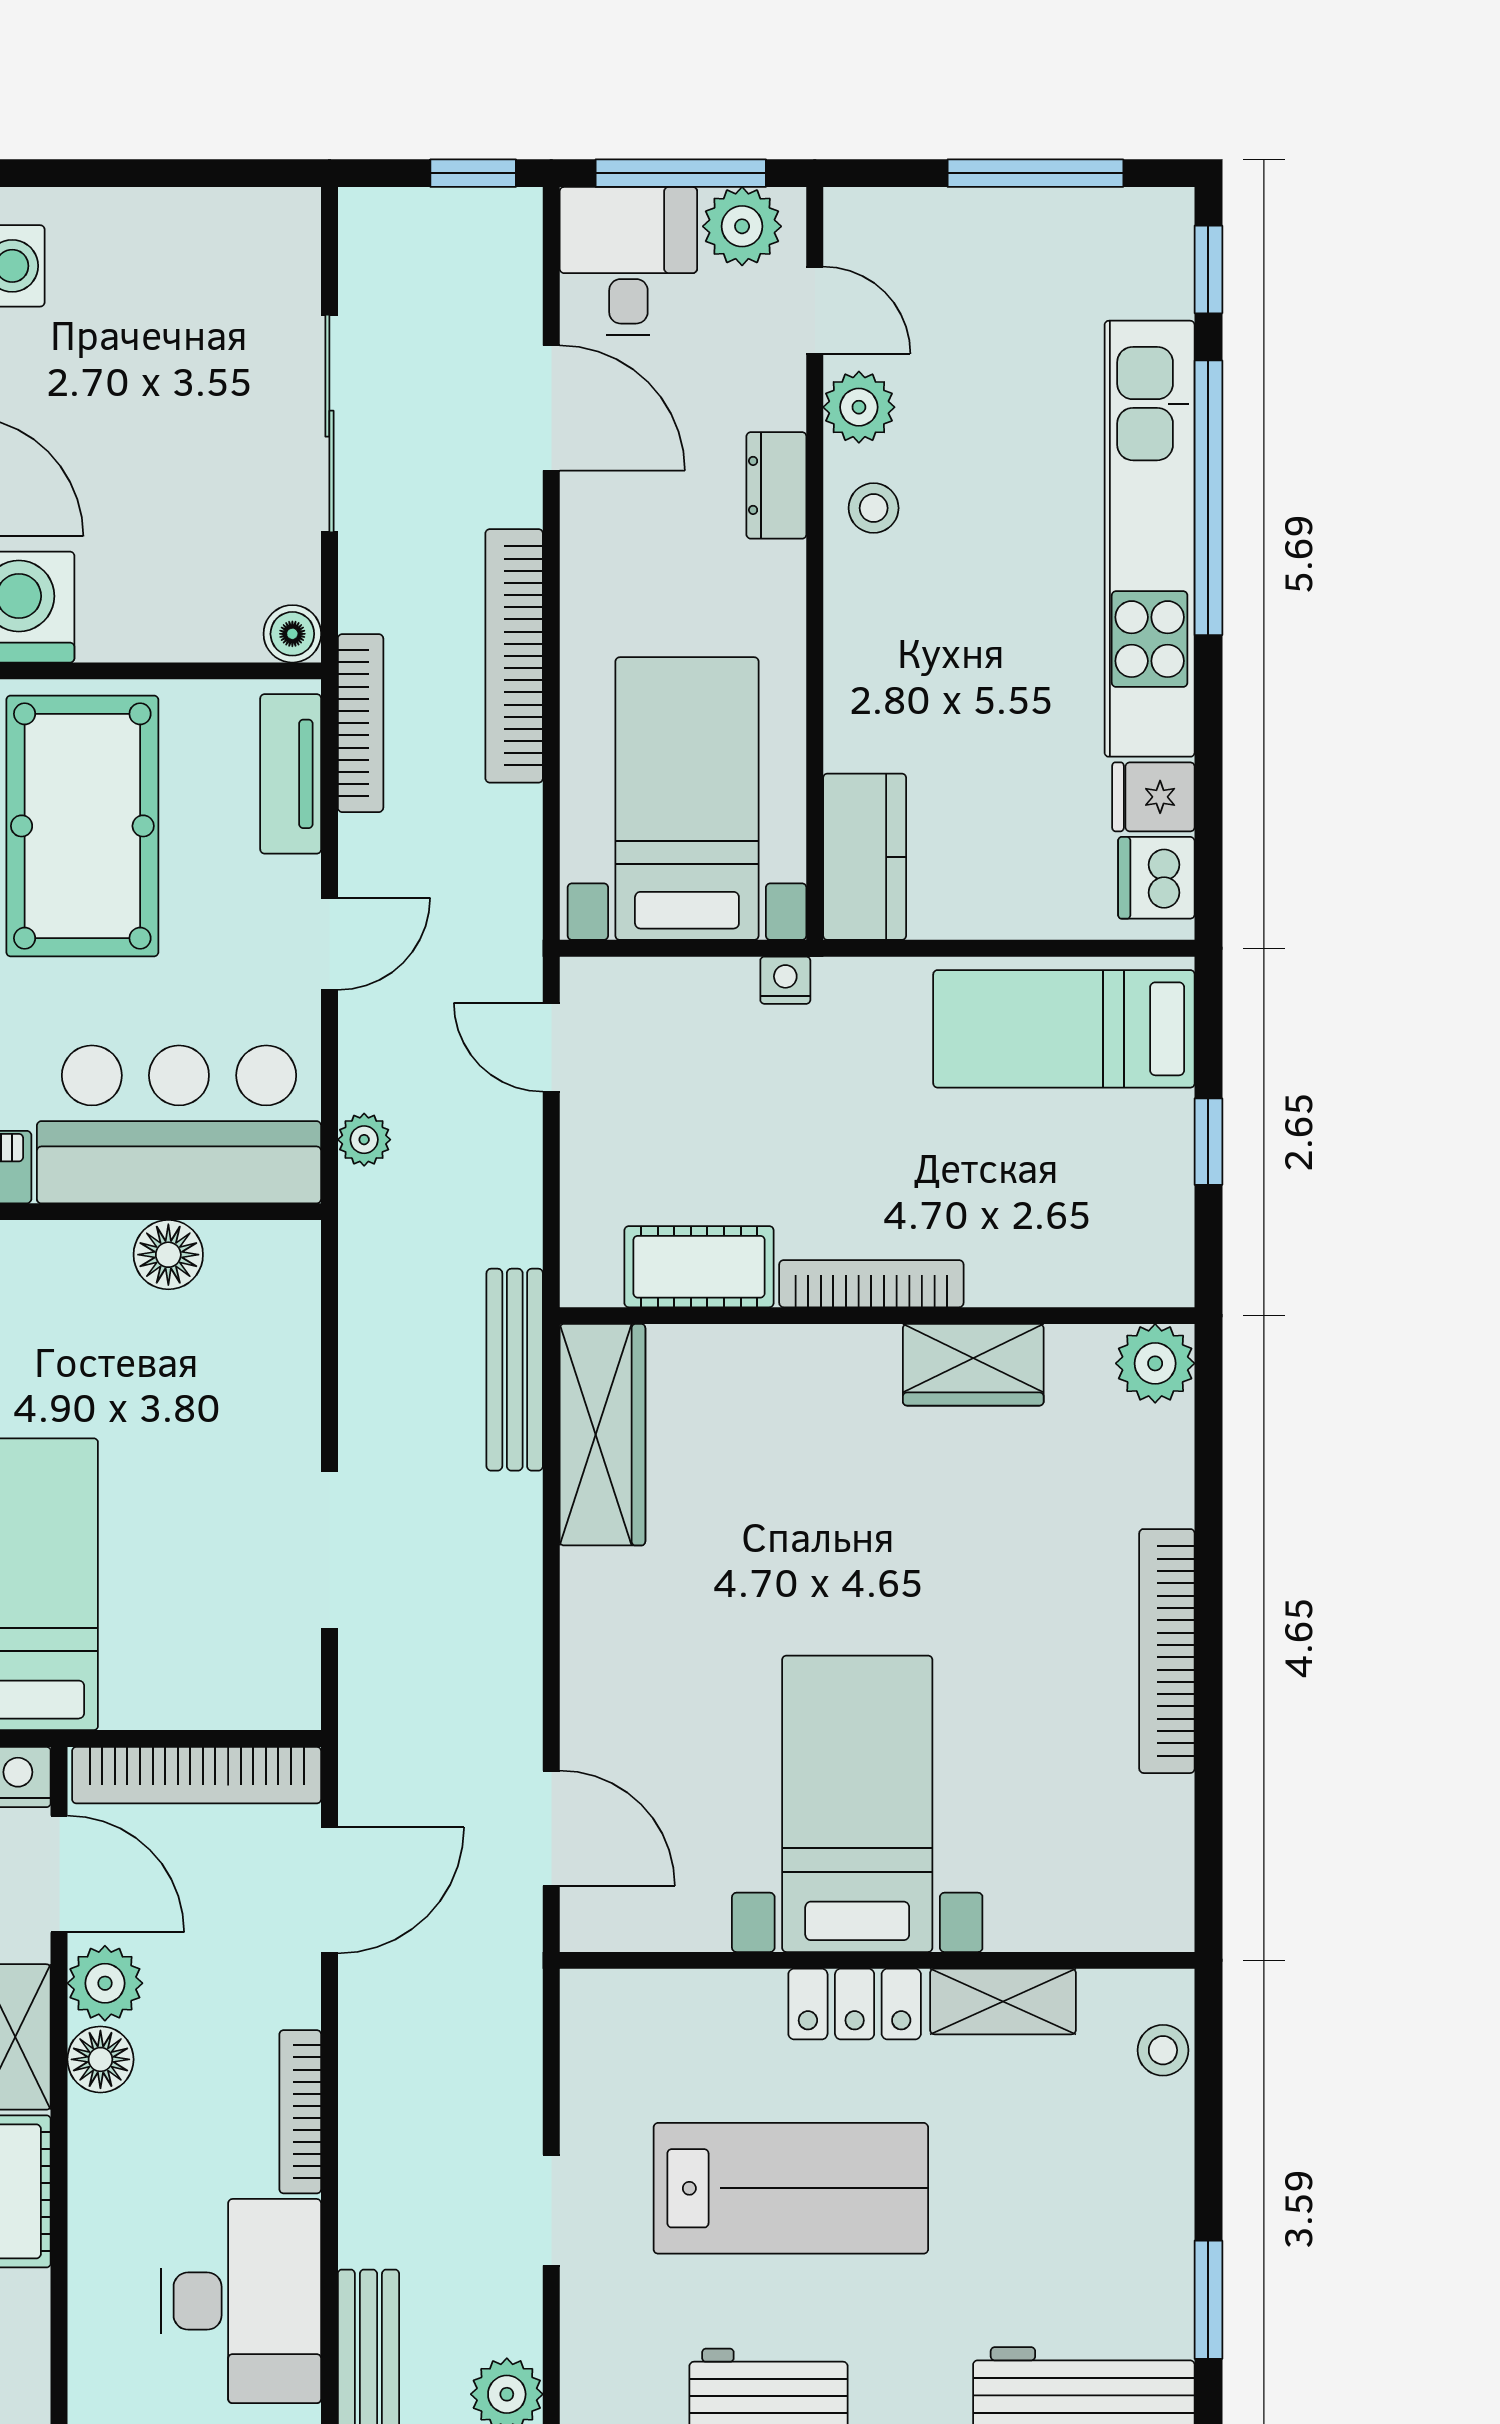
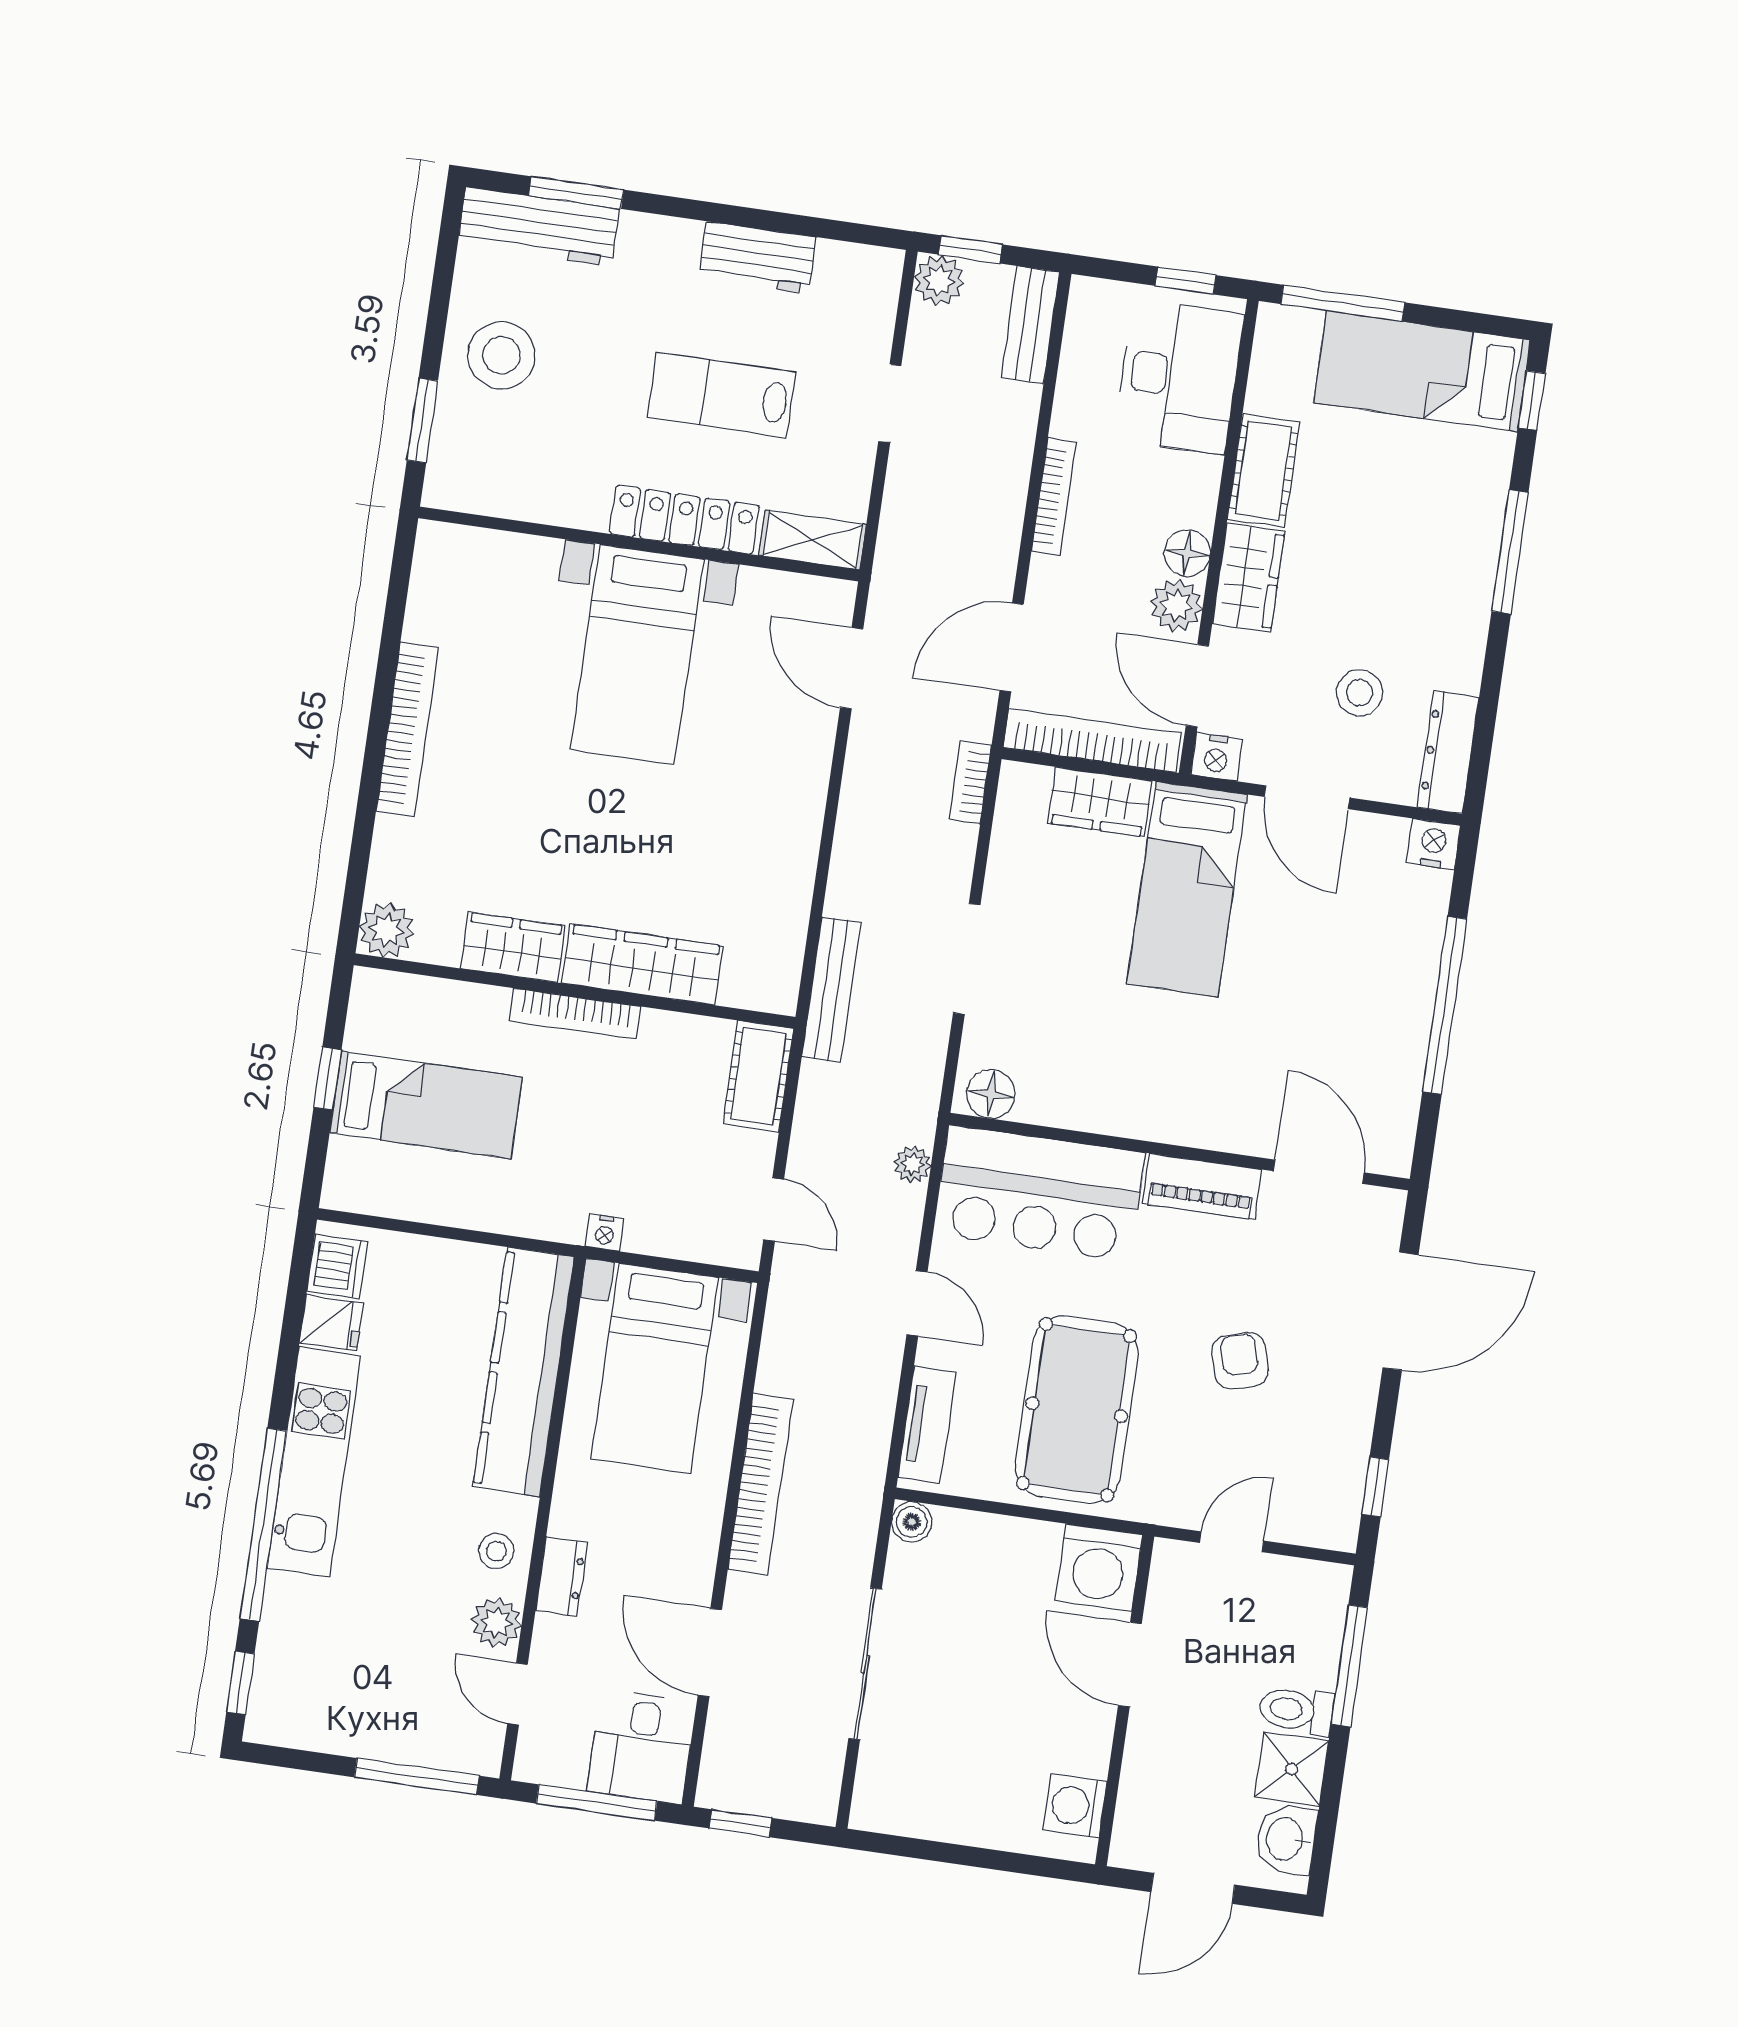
window: (1035, 173) -> (417, 1776), moved
plant: (742, 226) -> (559, 1759), removed
kitchen unit: (1150, 539) -> (314, 1462), width x0.73
bookcase: (361, 723) -> (970, 782), moved, width x0.64
kitchen counter: (865, 857) -> (524, 1372), width x2.08, depth x1.17
door: (329, 944) -> (917, 1303), swing flipped
bed: (1064, 1029) -> (426, 1105), moved
floor lamp: (168, 1255) -> (991, 1094), moved
cot: (699, 1267) -> (758, 1076), moved, turned 90
wardrobe: (602, 1435) -> (642, 965), moved, turned 90
doorway: (329, 1550) -> (967, 959), moved
wardrobe: (173, 1690) -> (1100, 802), added
shelving: (1003, 2001) -> (813, 540), moved
locker: (855, 2004) -> (684, 520), width x1.53
stool: (1163, 2050) -> (501, 355), moved, width x1.89, depth x1.89
lab bench: (791, 2188) -> (722, 395), width x0.73, depth x0.72
window: (1208, 2300) -> (422, 420), moved
desk: (241, 2301) -> (1179, 377), moved, turned 180

